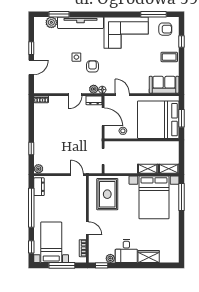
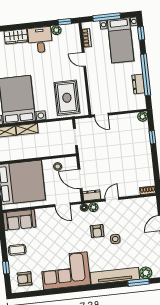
window: (154, 14) -> (39, 293), removed
dresser: (39, 187) -> (138, 84), moved

